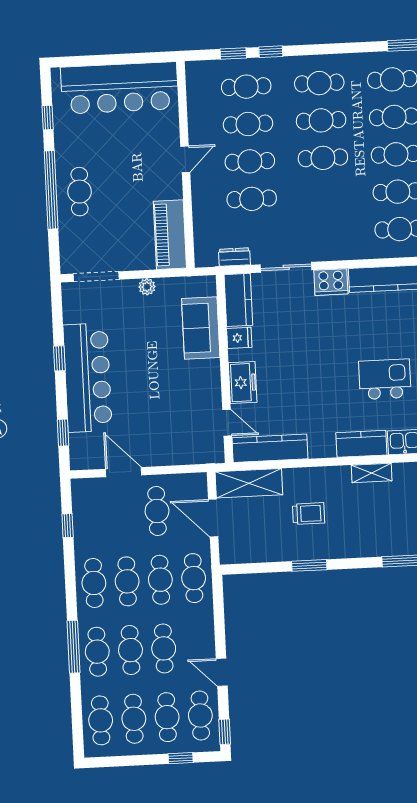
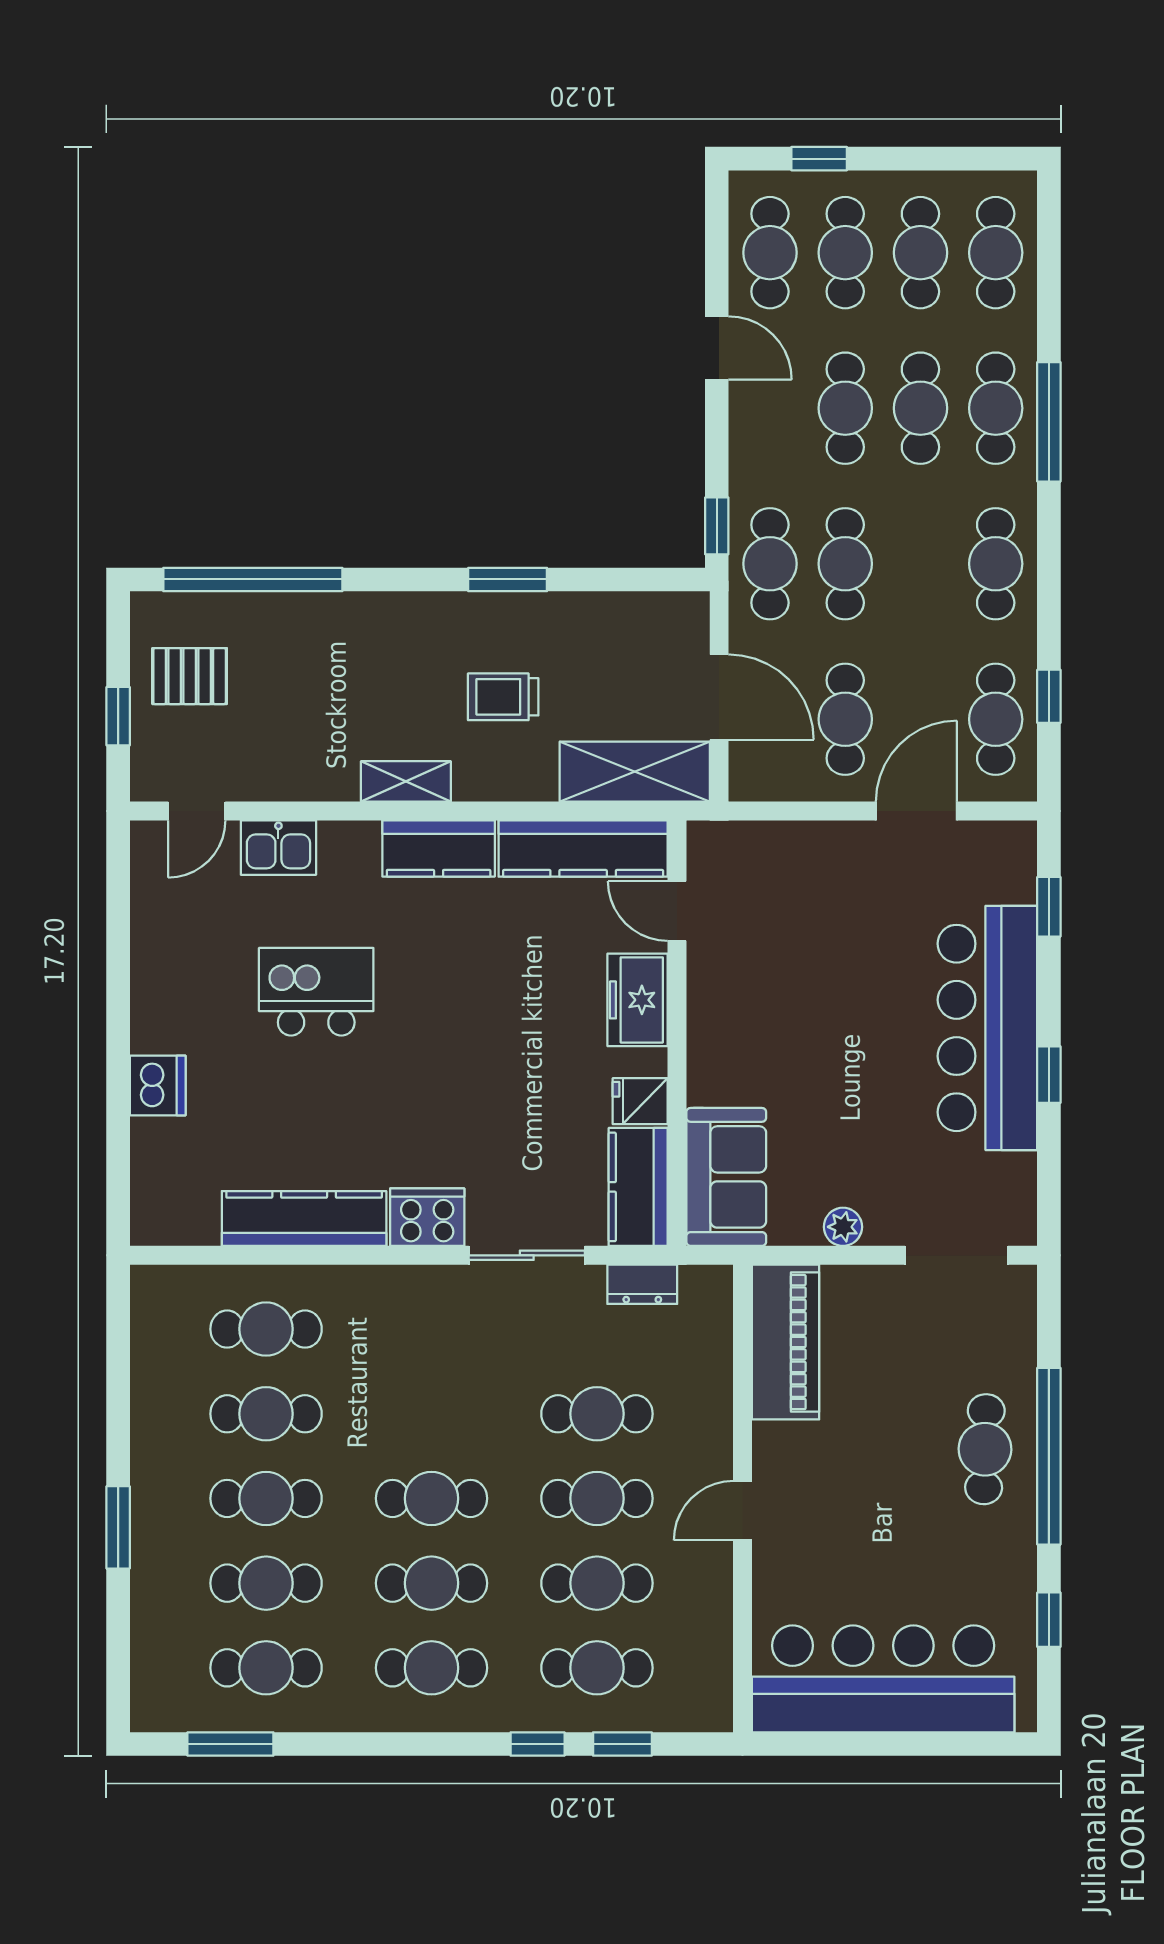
sofa: (201, 328) -> (726, 1177), moved
kitchen island: (385, 379) -> (316, 992), turned 180
kitchen counter: (361, 444) -> (439, 848), moved
door: (124, 472) -> (916, 811), swing flipped
shelving: (372, 473) -> (406, 781), moved
cafe table: (127, 581) -> (996, 719), moved
window: (225, 732) -> (717, 526), moved

